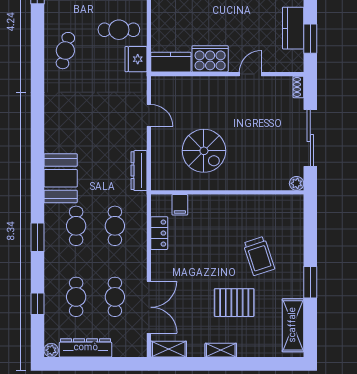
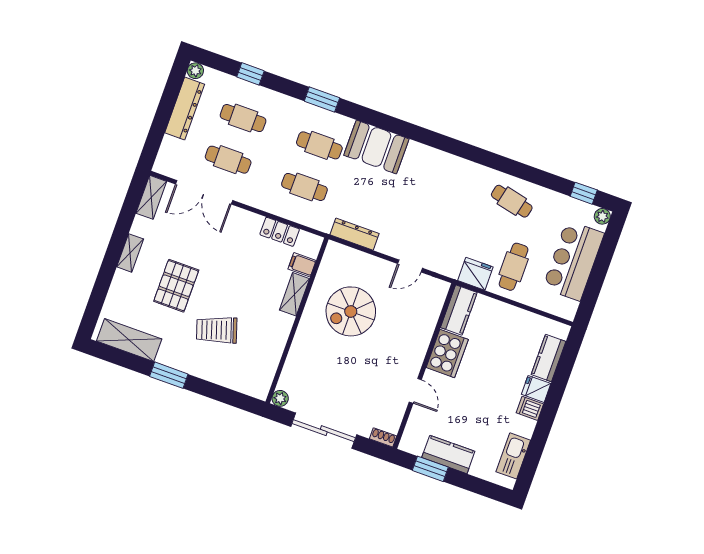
shelving: (206, 202) -> (294, 294), added

